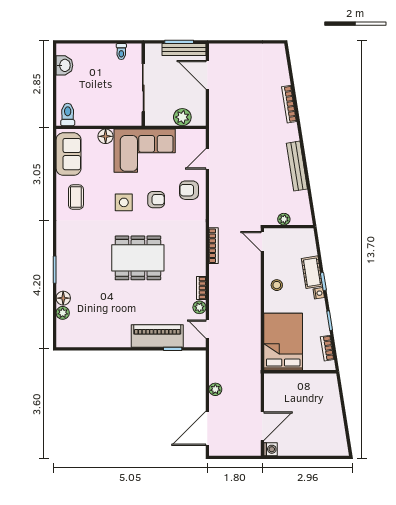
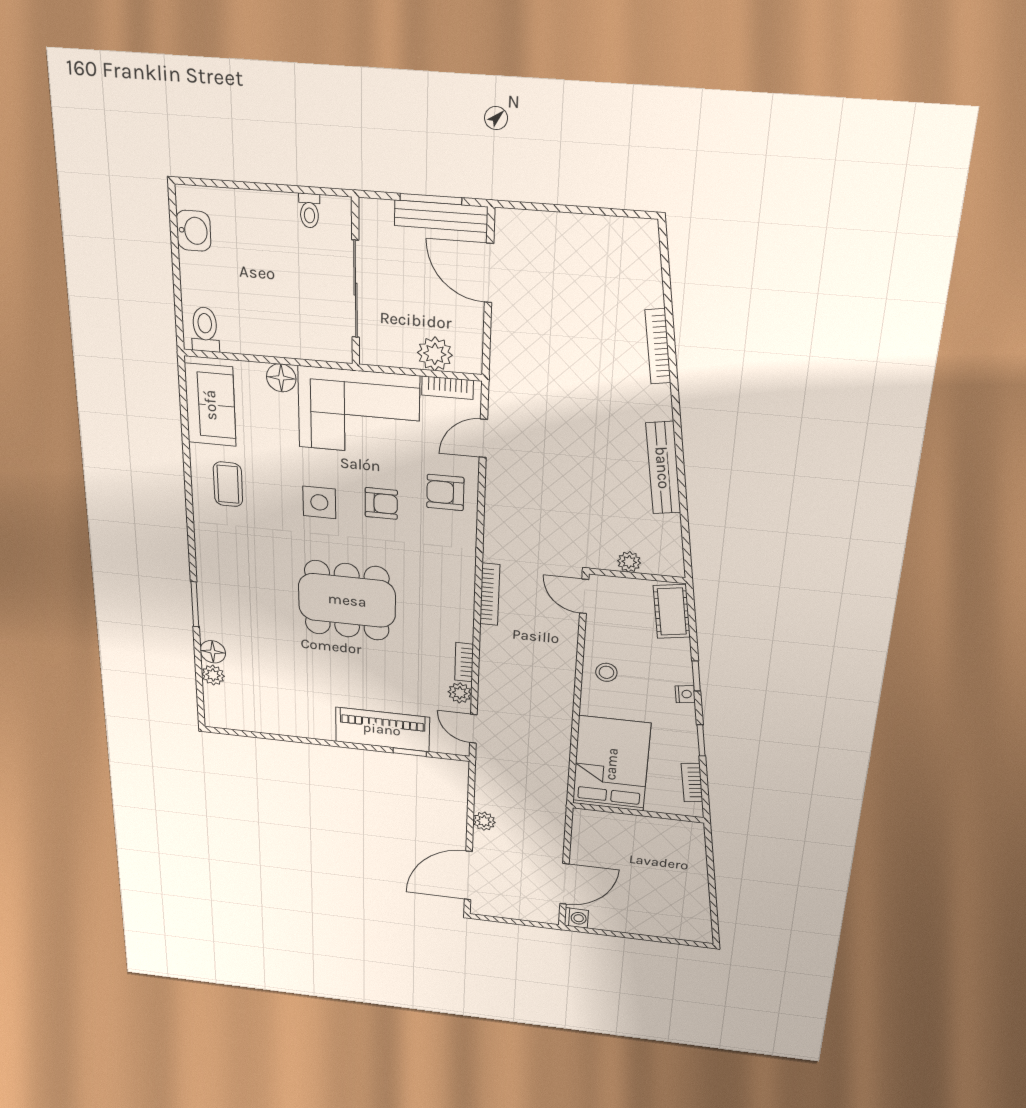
bookcase: (189, 134) -> (448, 388), added
cot: (312, 272) -> (672, 611), moved

